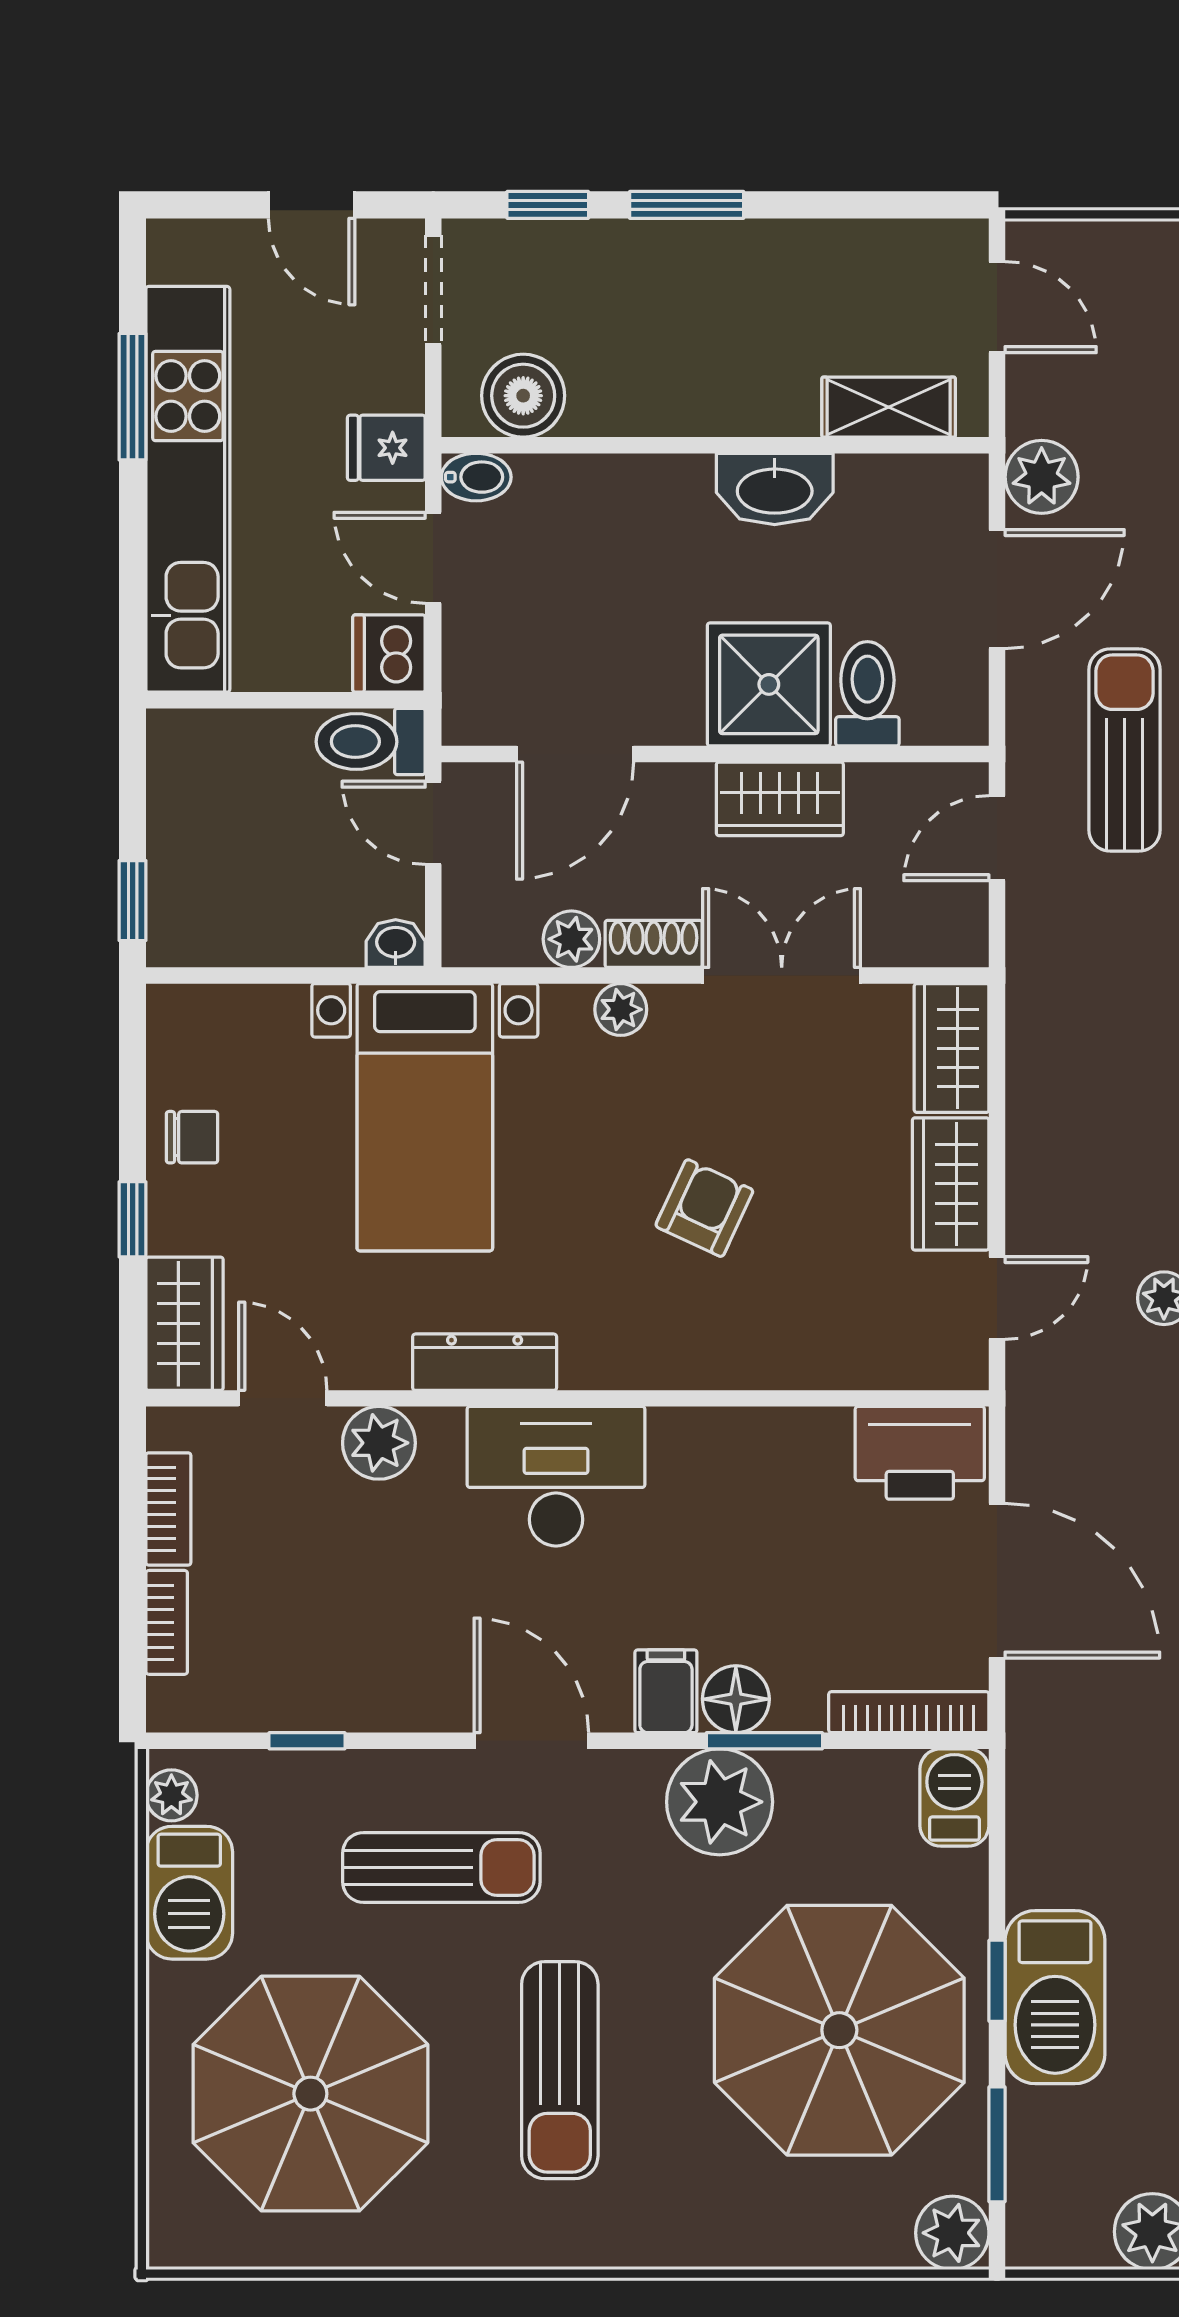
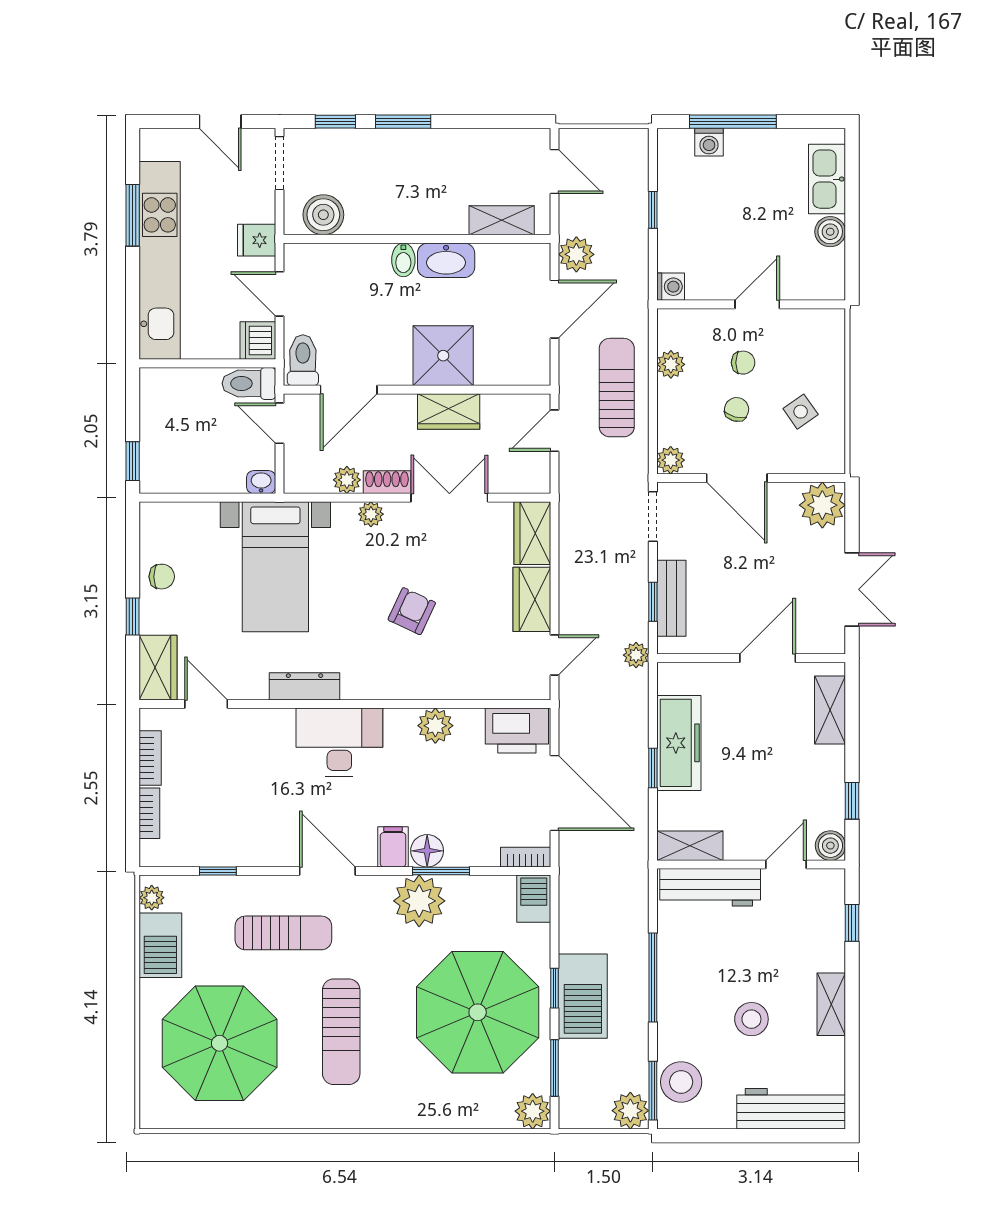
bidet: (476, 477) -> (403, 260), moved, turned 90
toilet: (867, 694) -> (303, 360), moved
plant: (379, 1443) -> (435, 726), moved
bookcase: (909, 1712) -> (526, 857), width x0.64

